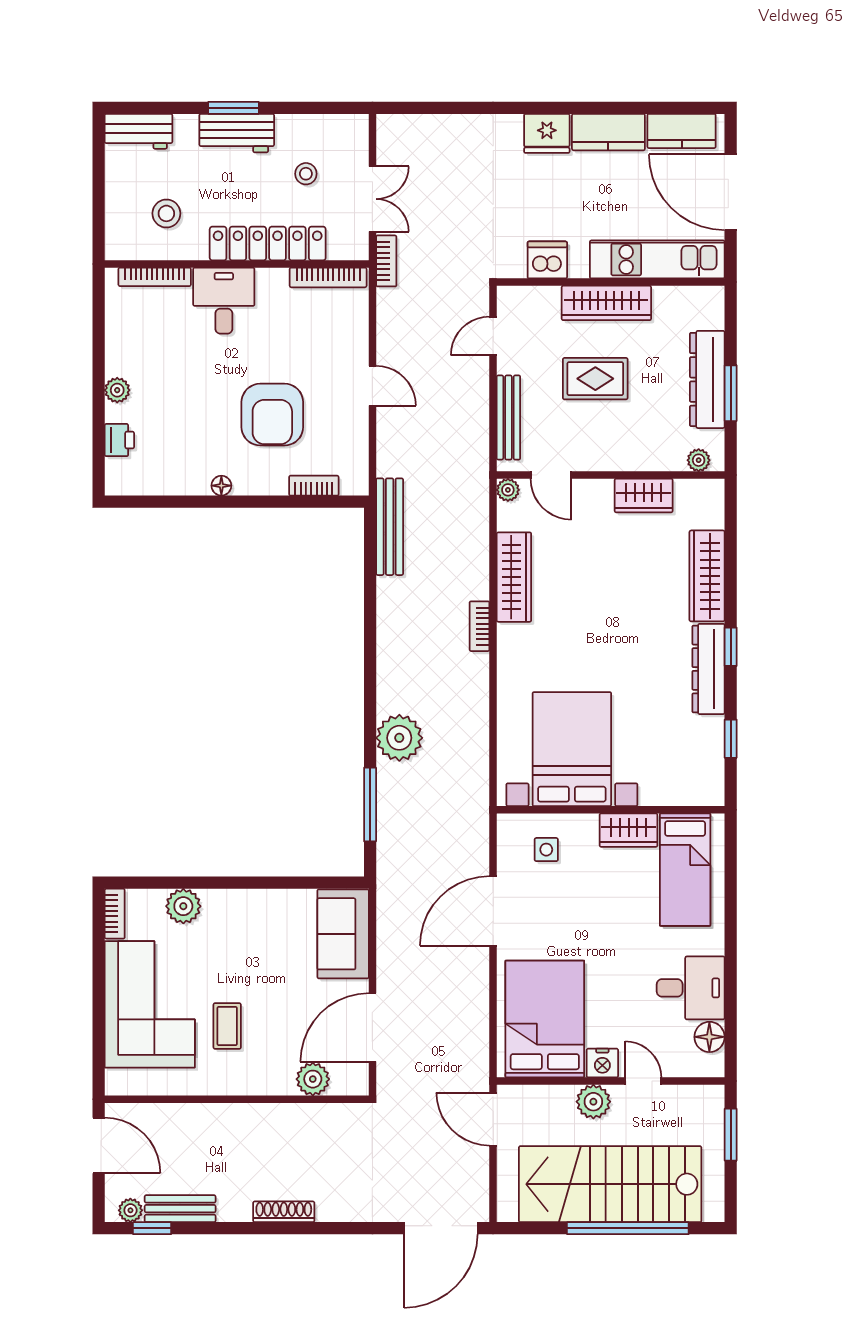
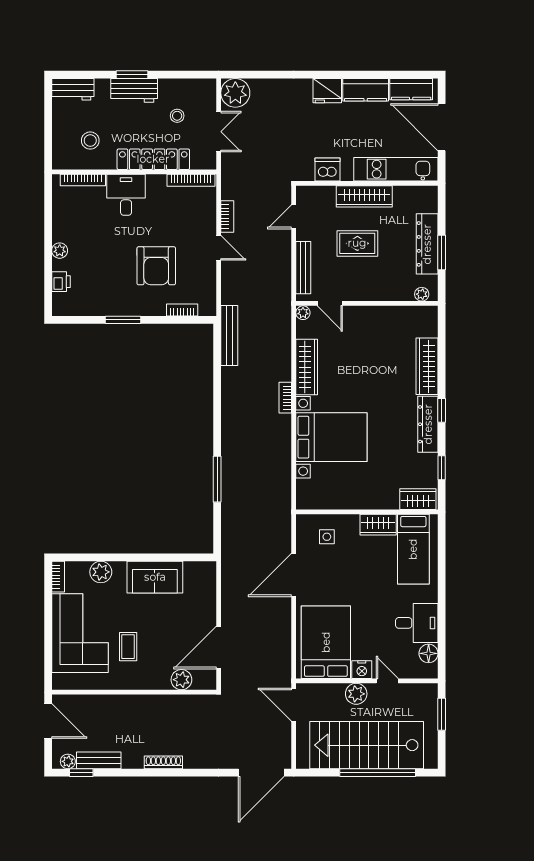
bookcase: (386, 261) -> (227, 216), moved
floor lamp: (221, 486) -> (124, 310), removed
wardrobe: (644, 495) -> (418, 499), moved, turned 180
window: (219, 502) -> (123, 320), added
plant: (399, 738) -> (235, 93), moved
bed with nightstands: (572, 749) -> (331, 437), moved, turned 90
window: (370, 805) -> (217, 479), moved
sofa: (343, 934) -> (155, 577), moved, turned -90

